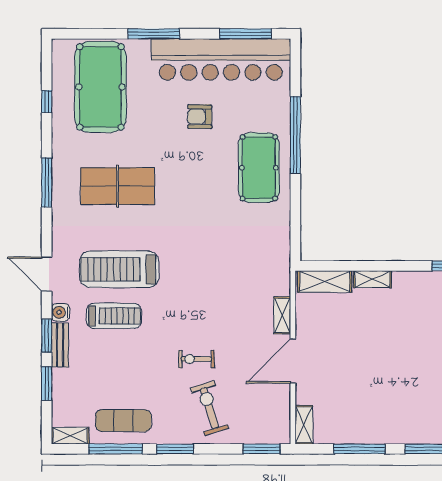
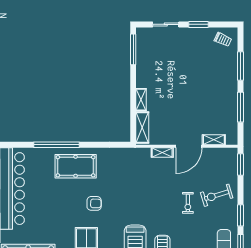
armchair: (200, 117) -> (94, 203), moved, turned -89
door: (293, 361) -> (189, 146), hinge flipped
shelving: (304, 425) -> (214, 140), moved

